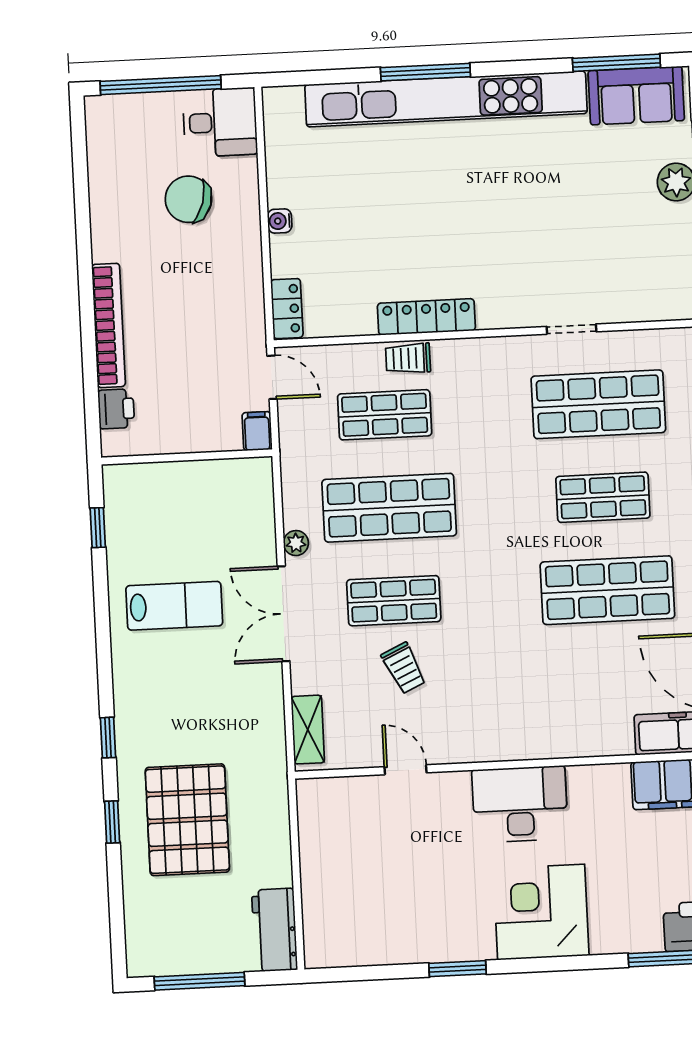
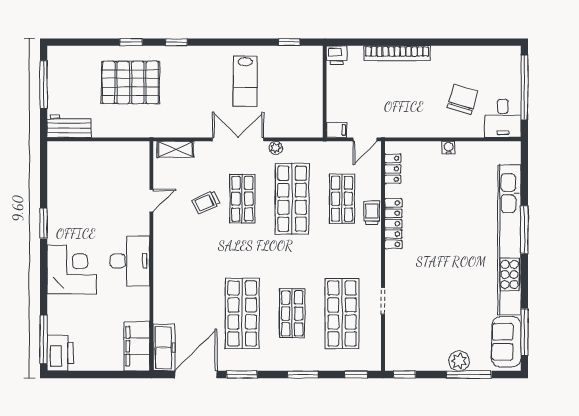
locker: (287, 309) -> (393, 169), moved, turned -90
printer: (116, 409) -> (337, 55), moved

